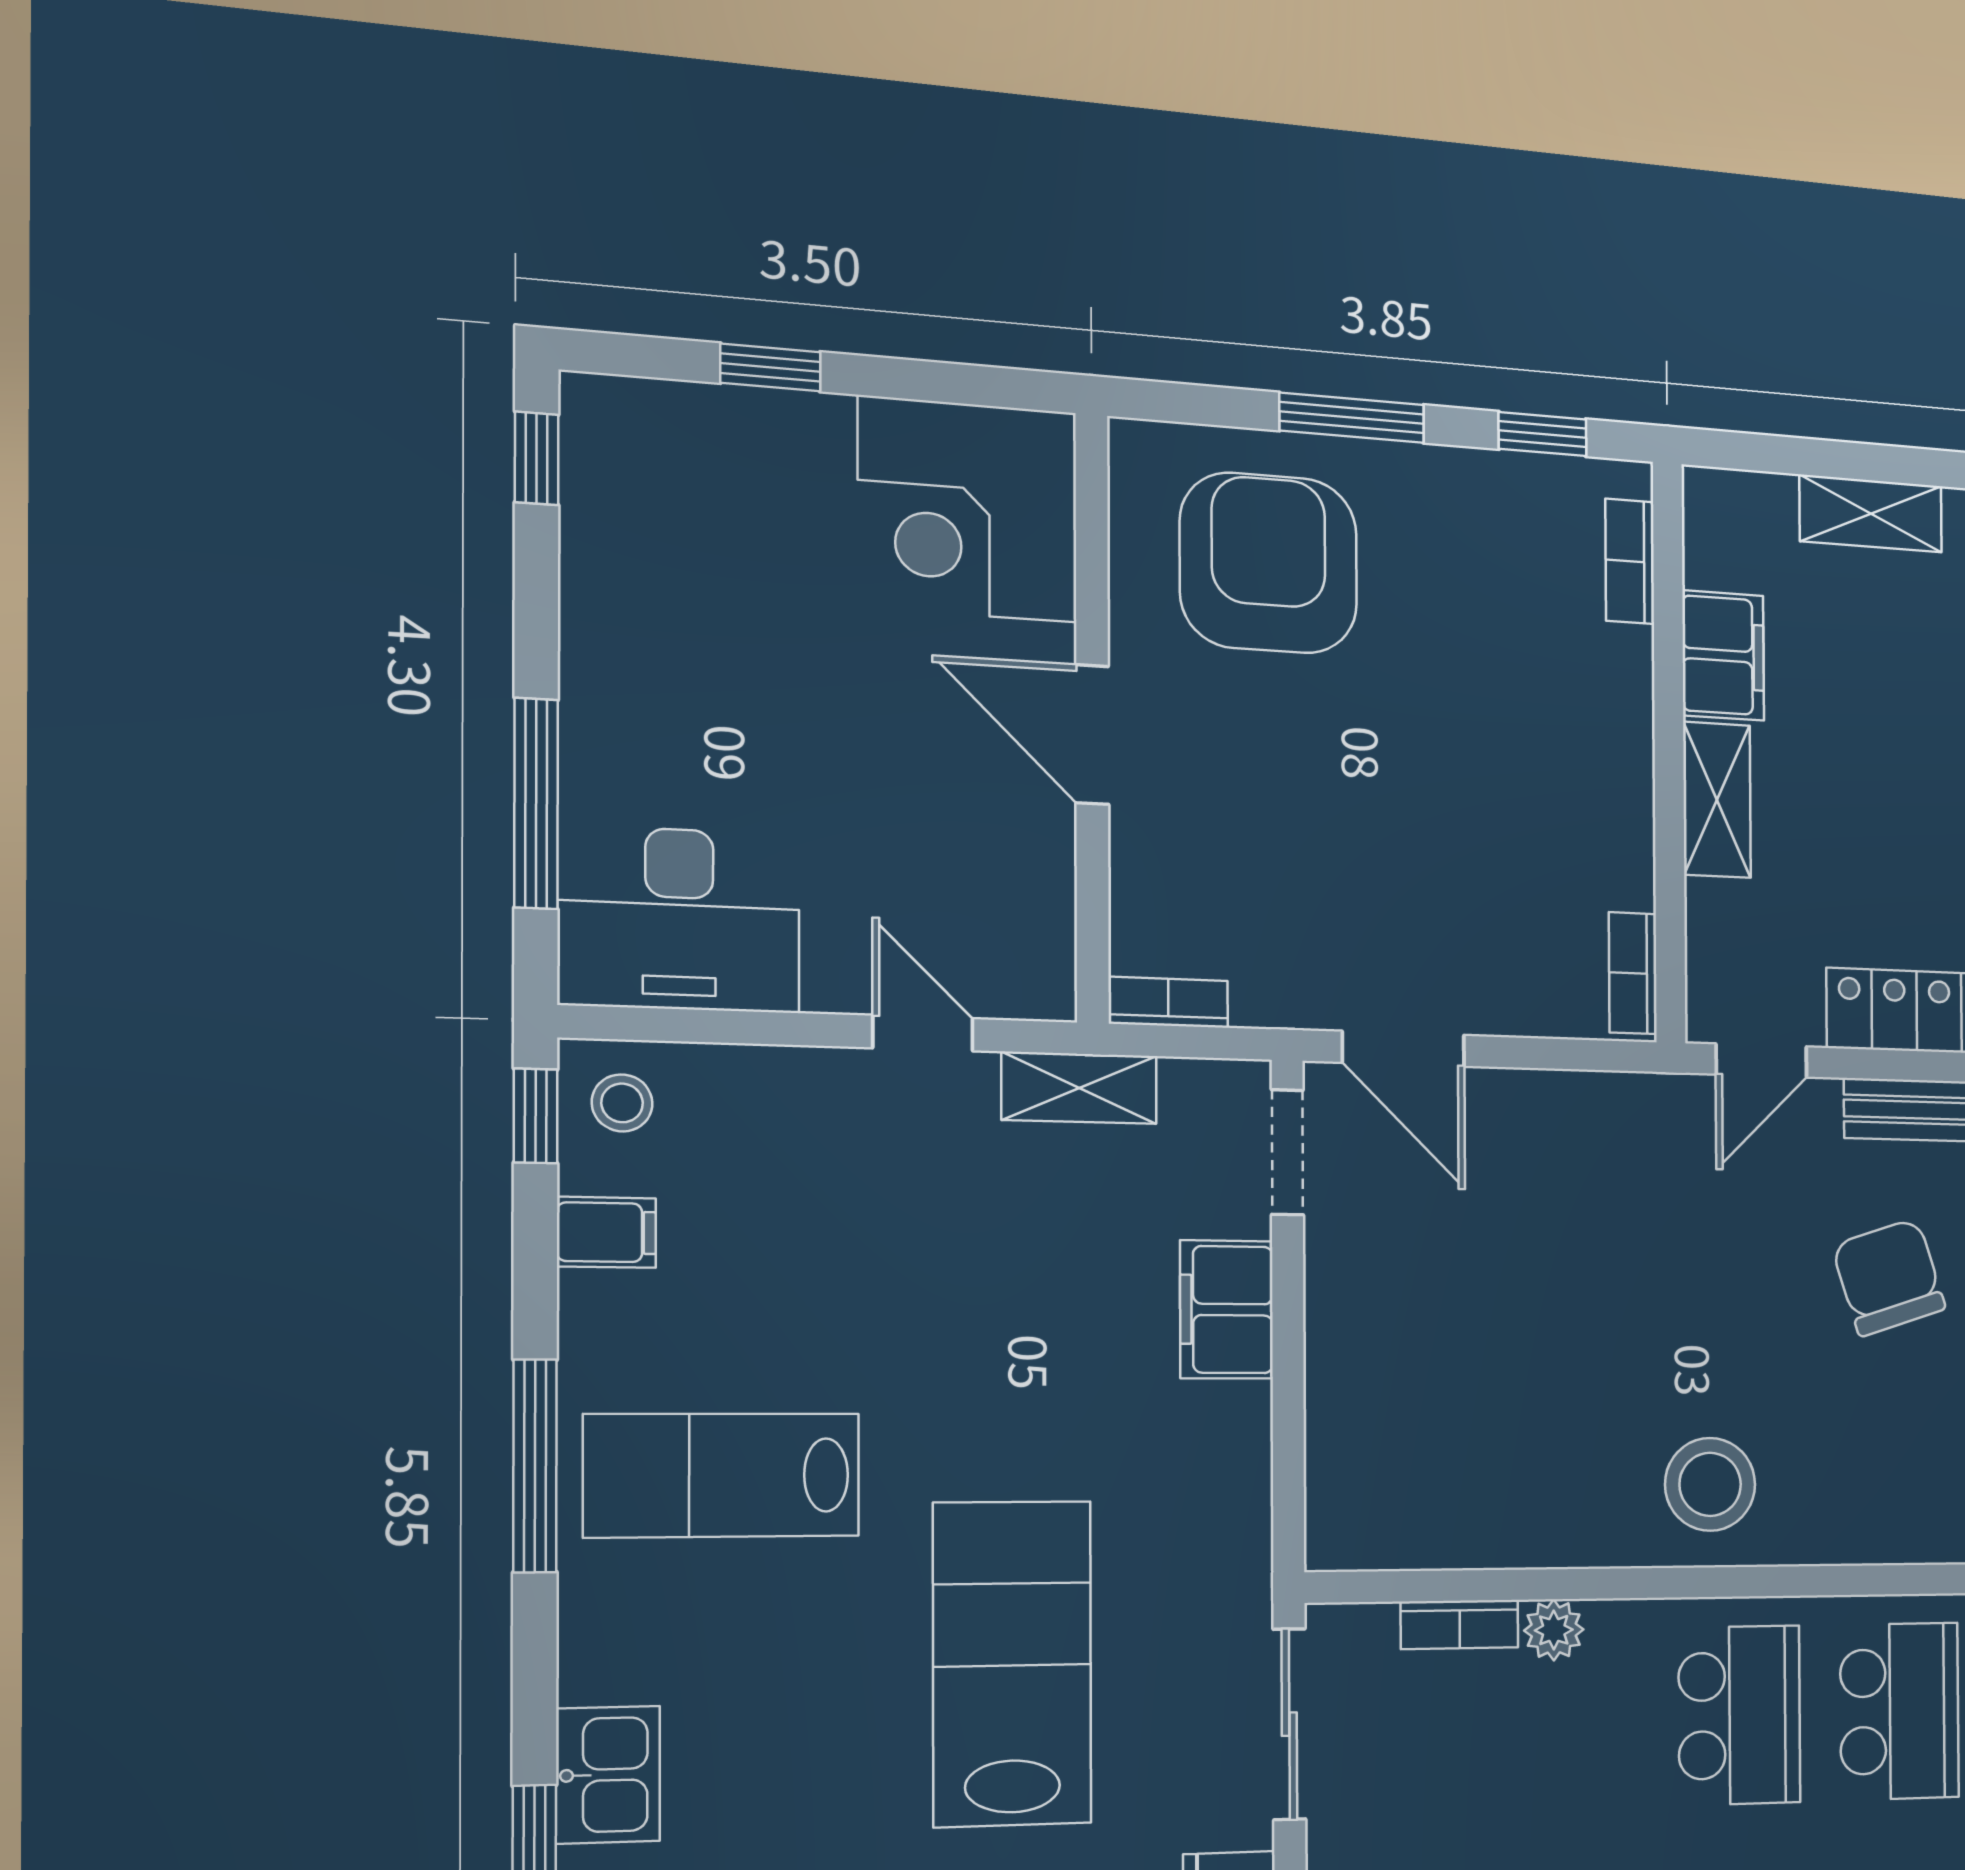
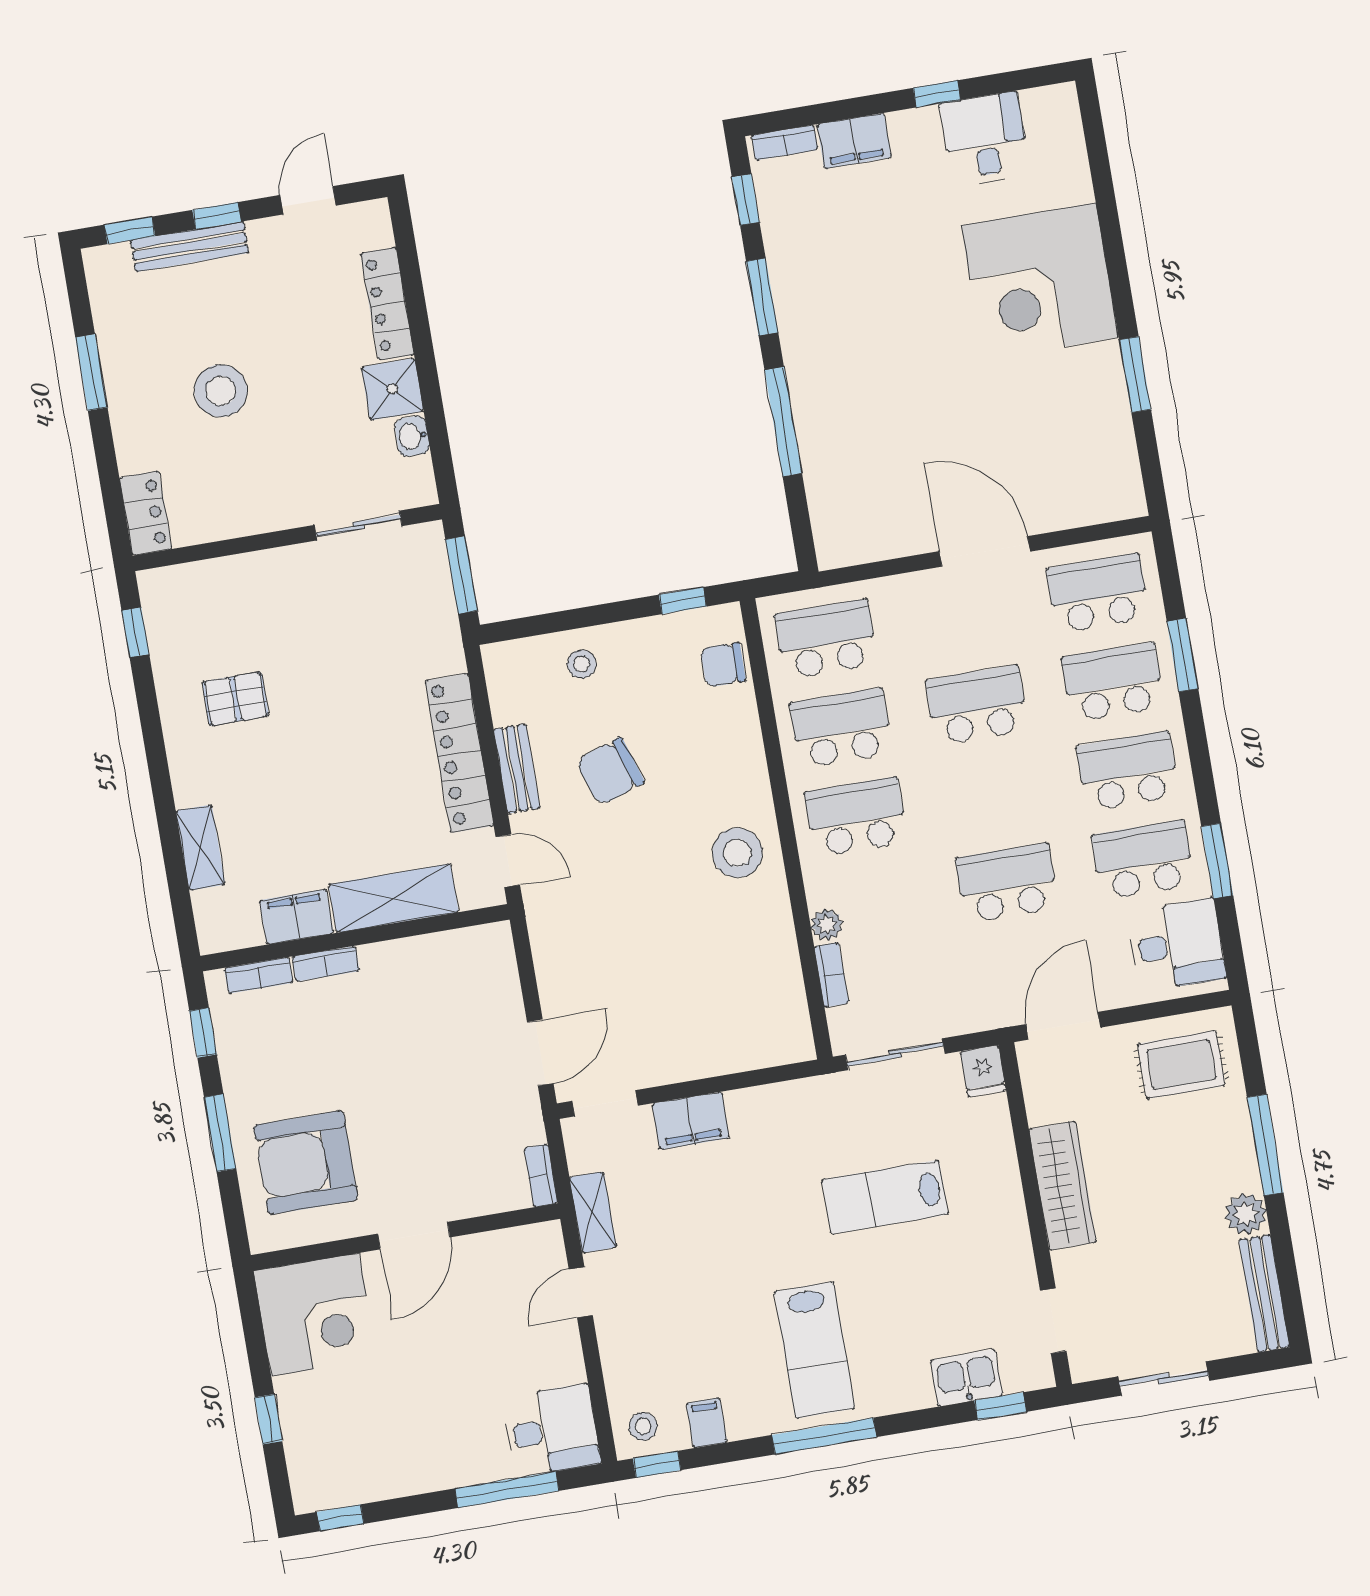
shelving: (1717, 800) -> (394, 898), width x1.50, depth x1.33
desk: (679, 919) -> (551, 1430), width x0.73
bookcase: (1633, 973) -> (326, 964), moved
lab bench: (1012, 1663) -> (885, 1197), width x0.73, depth x0.72

